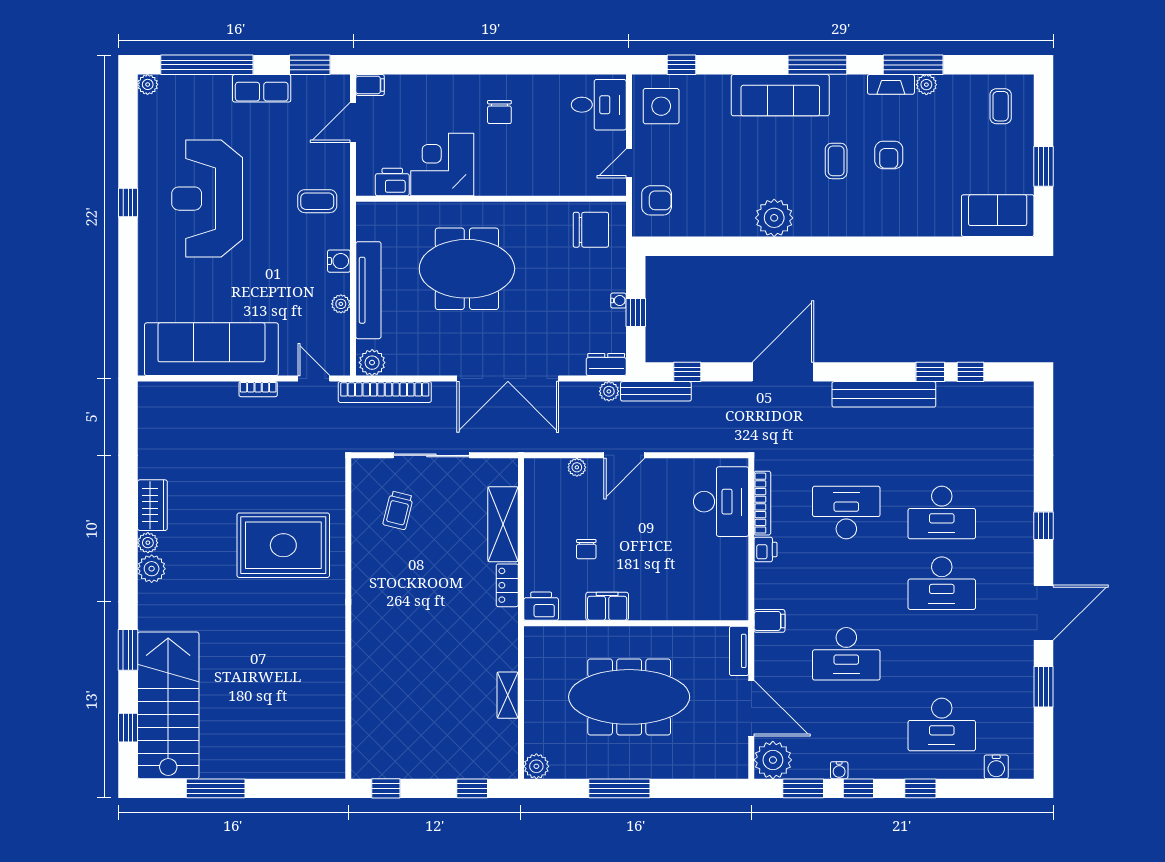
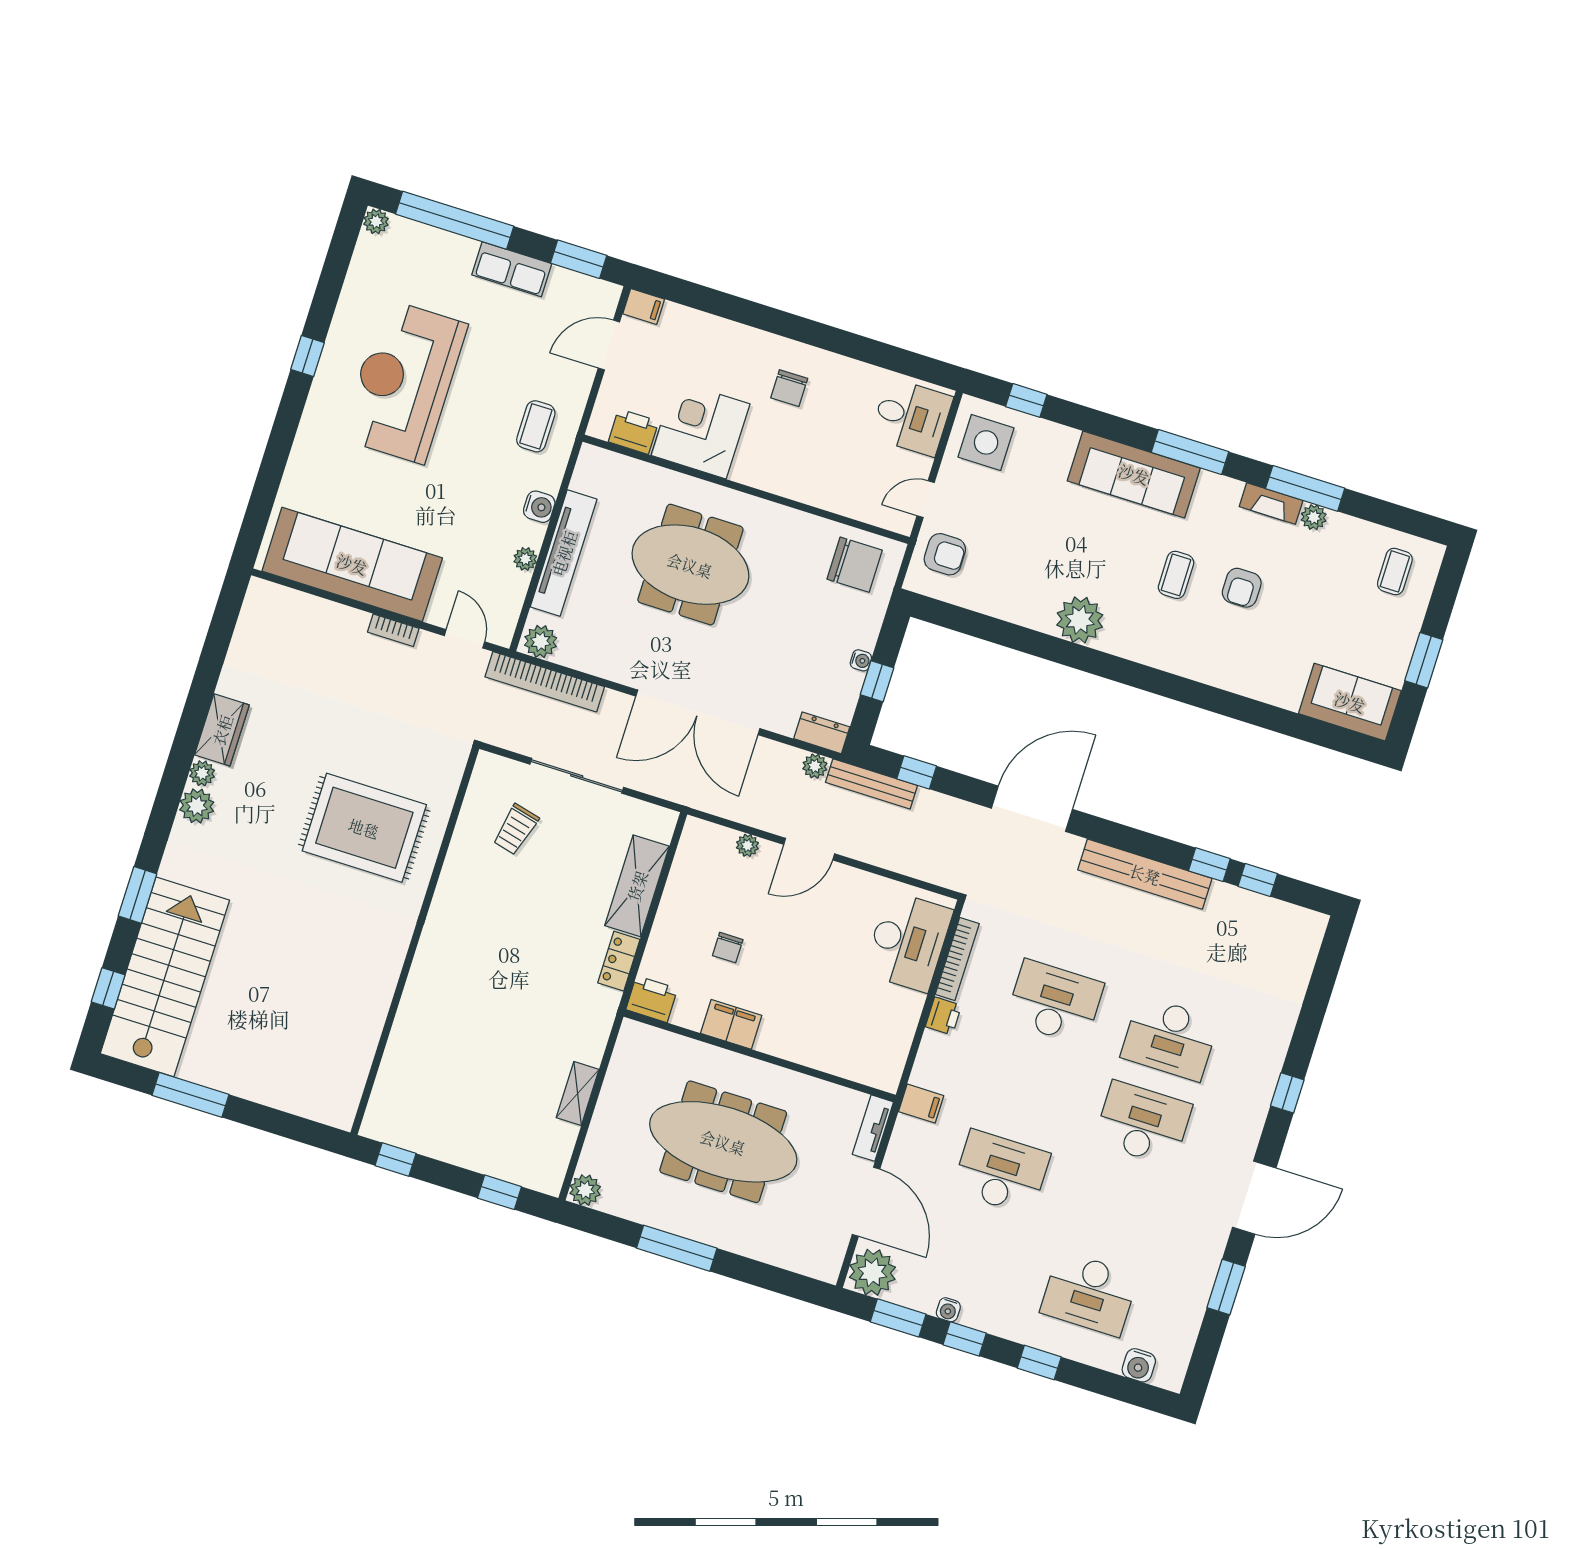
coffee table: (317, 201) -> (536, 426), turned 90
desk: (942, 583) -> (1143, 1124), turned 180
desk: (846, 654) -> (1001, 1172), turned 180

